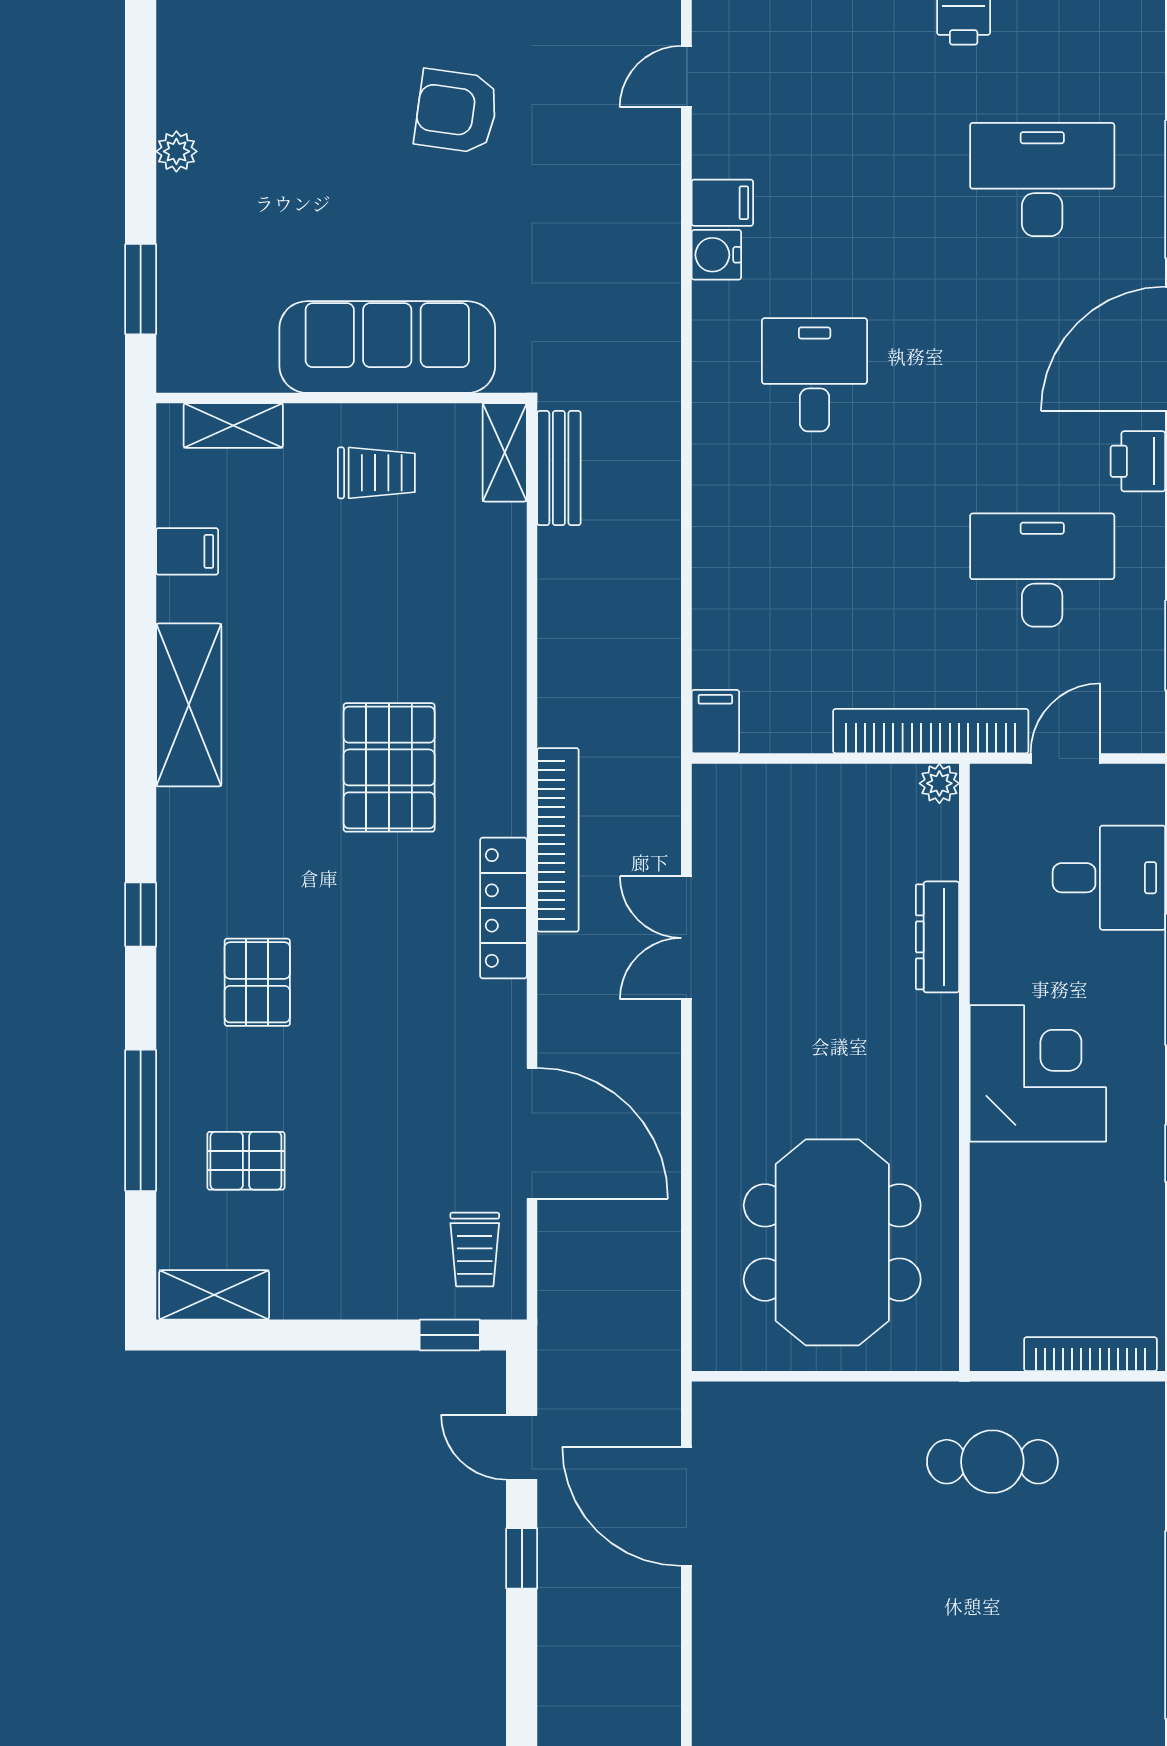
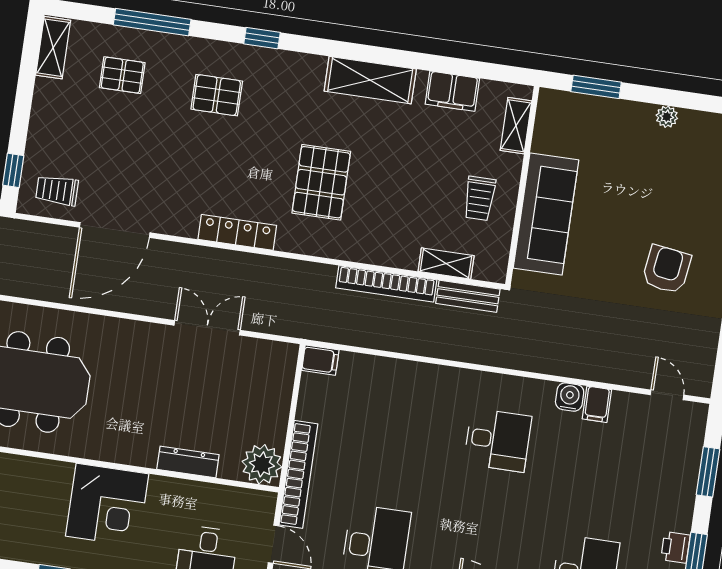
shelving: (505, 452) -> (446, 263), moved
filing cabinet: (187, 551) -> (452, 91), width x2.00
pallet: (389, 767) -> (321, 182), turned 90
plant: (939, 783) -> (262, 464), width x1.88, depth x1.88
bookcase: (558, 840) -> (386, 284), moved
pallet: (246, 1161) -> (122, 75), turned 90

